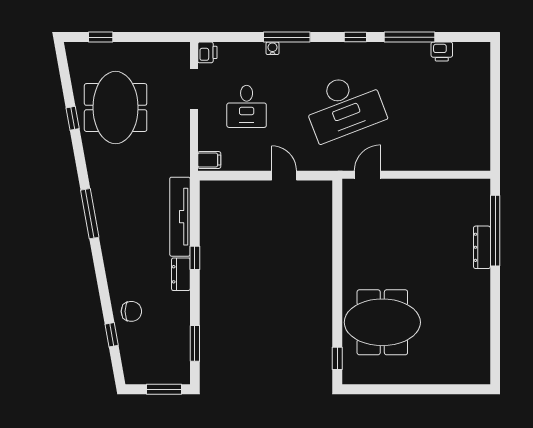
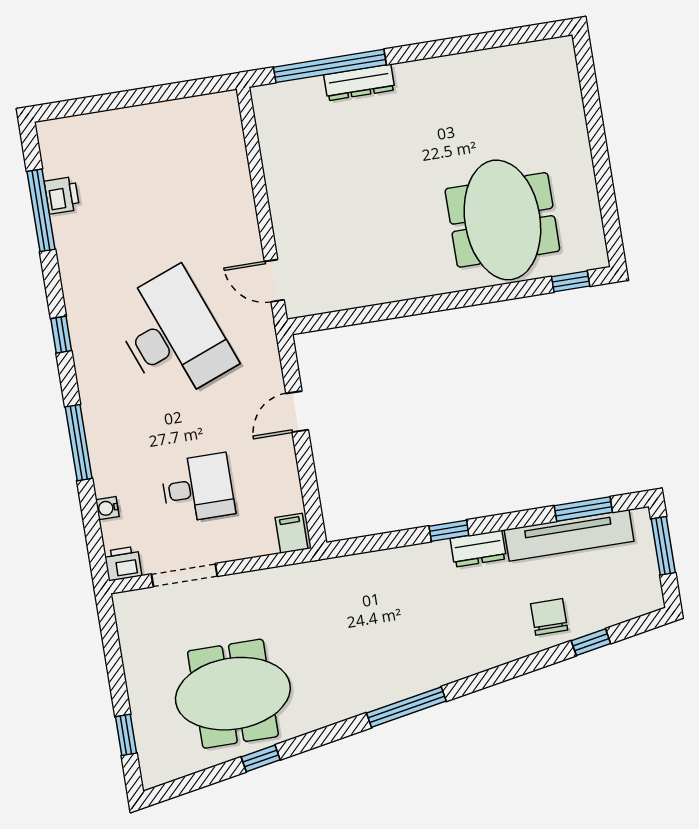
window: (410, 37) -> (41, 210), moved
water cooler: (272, 48) -> (107, 508), moved
tv unit: (180, 217) -> (569, 535), moved

